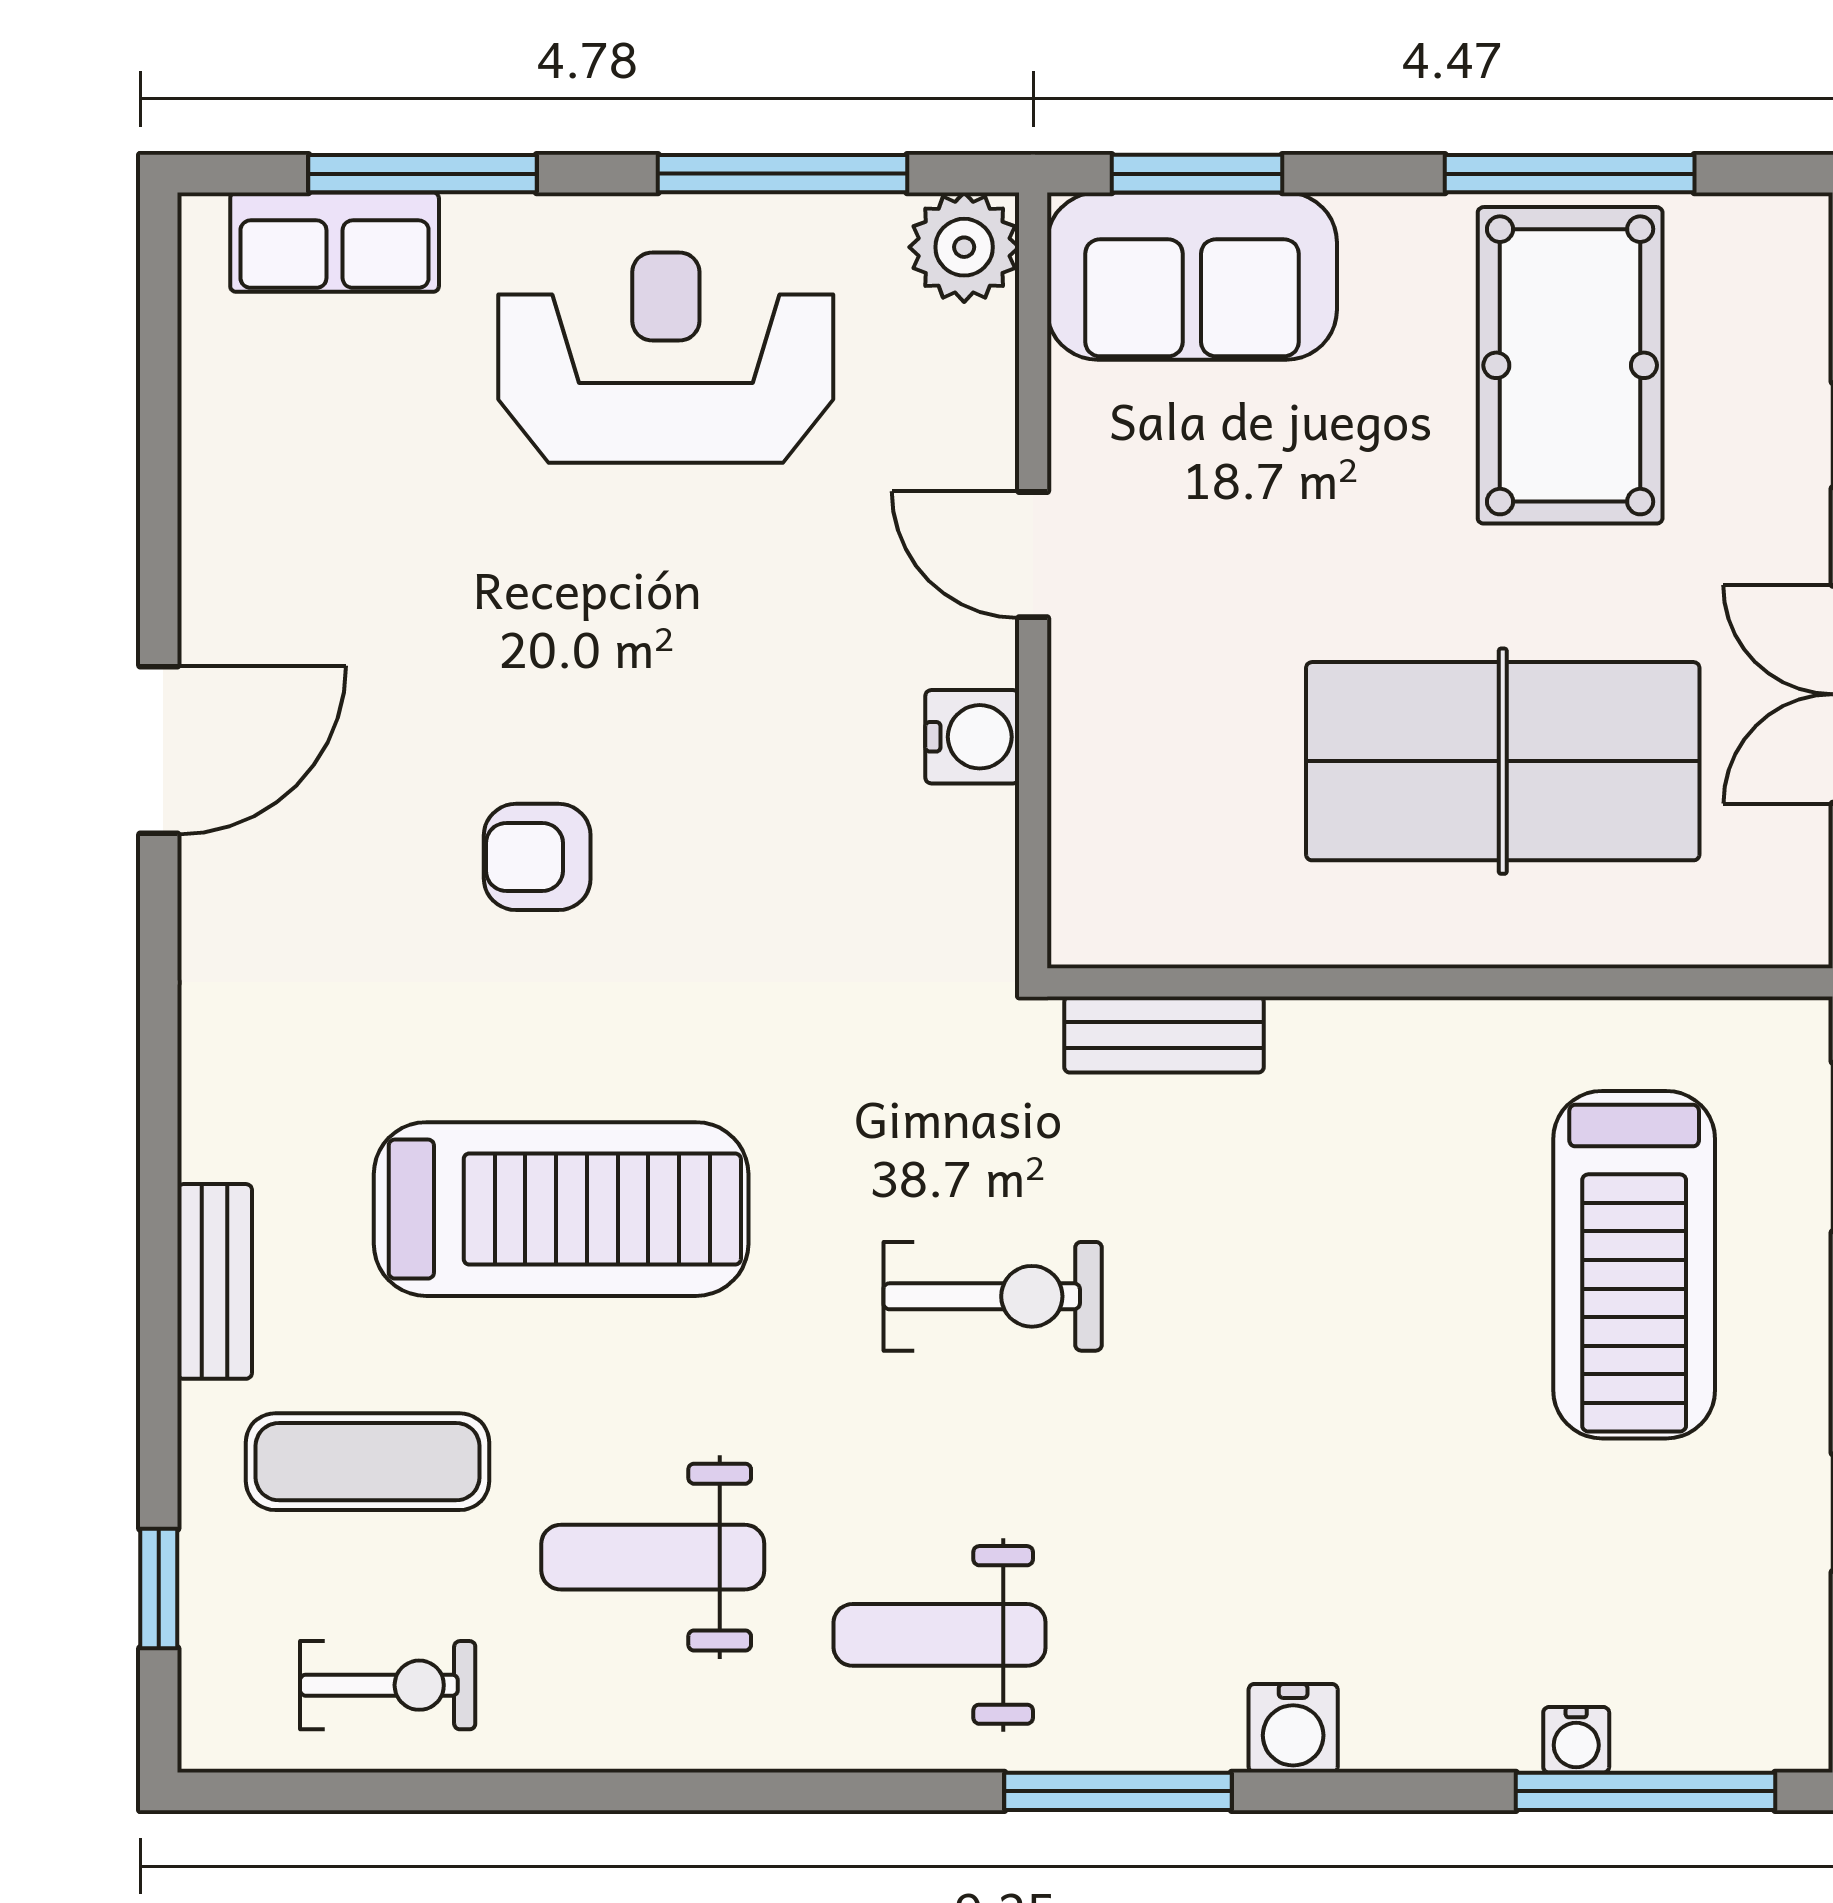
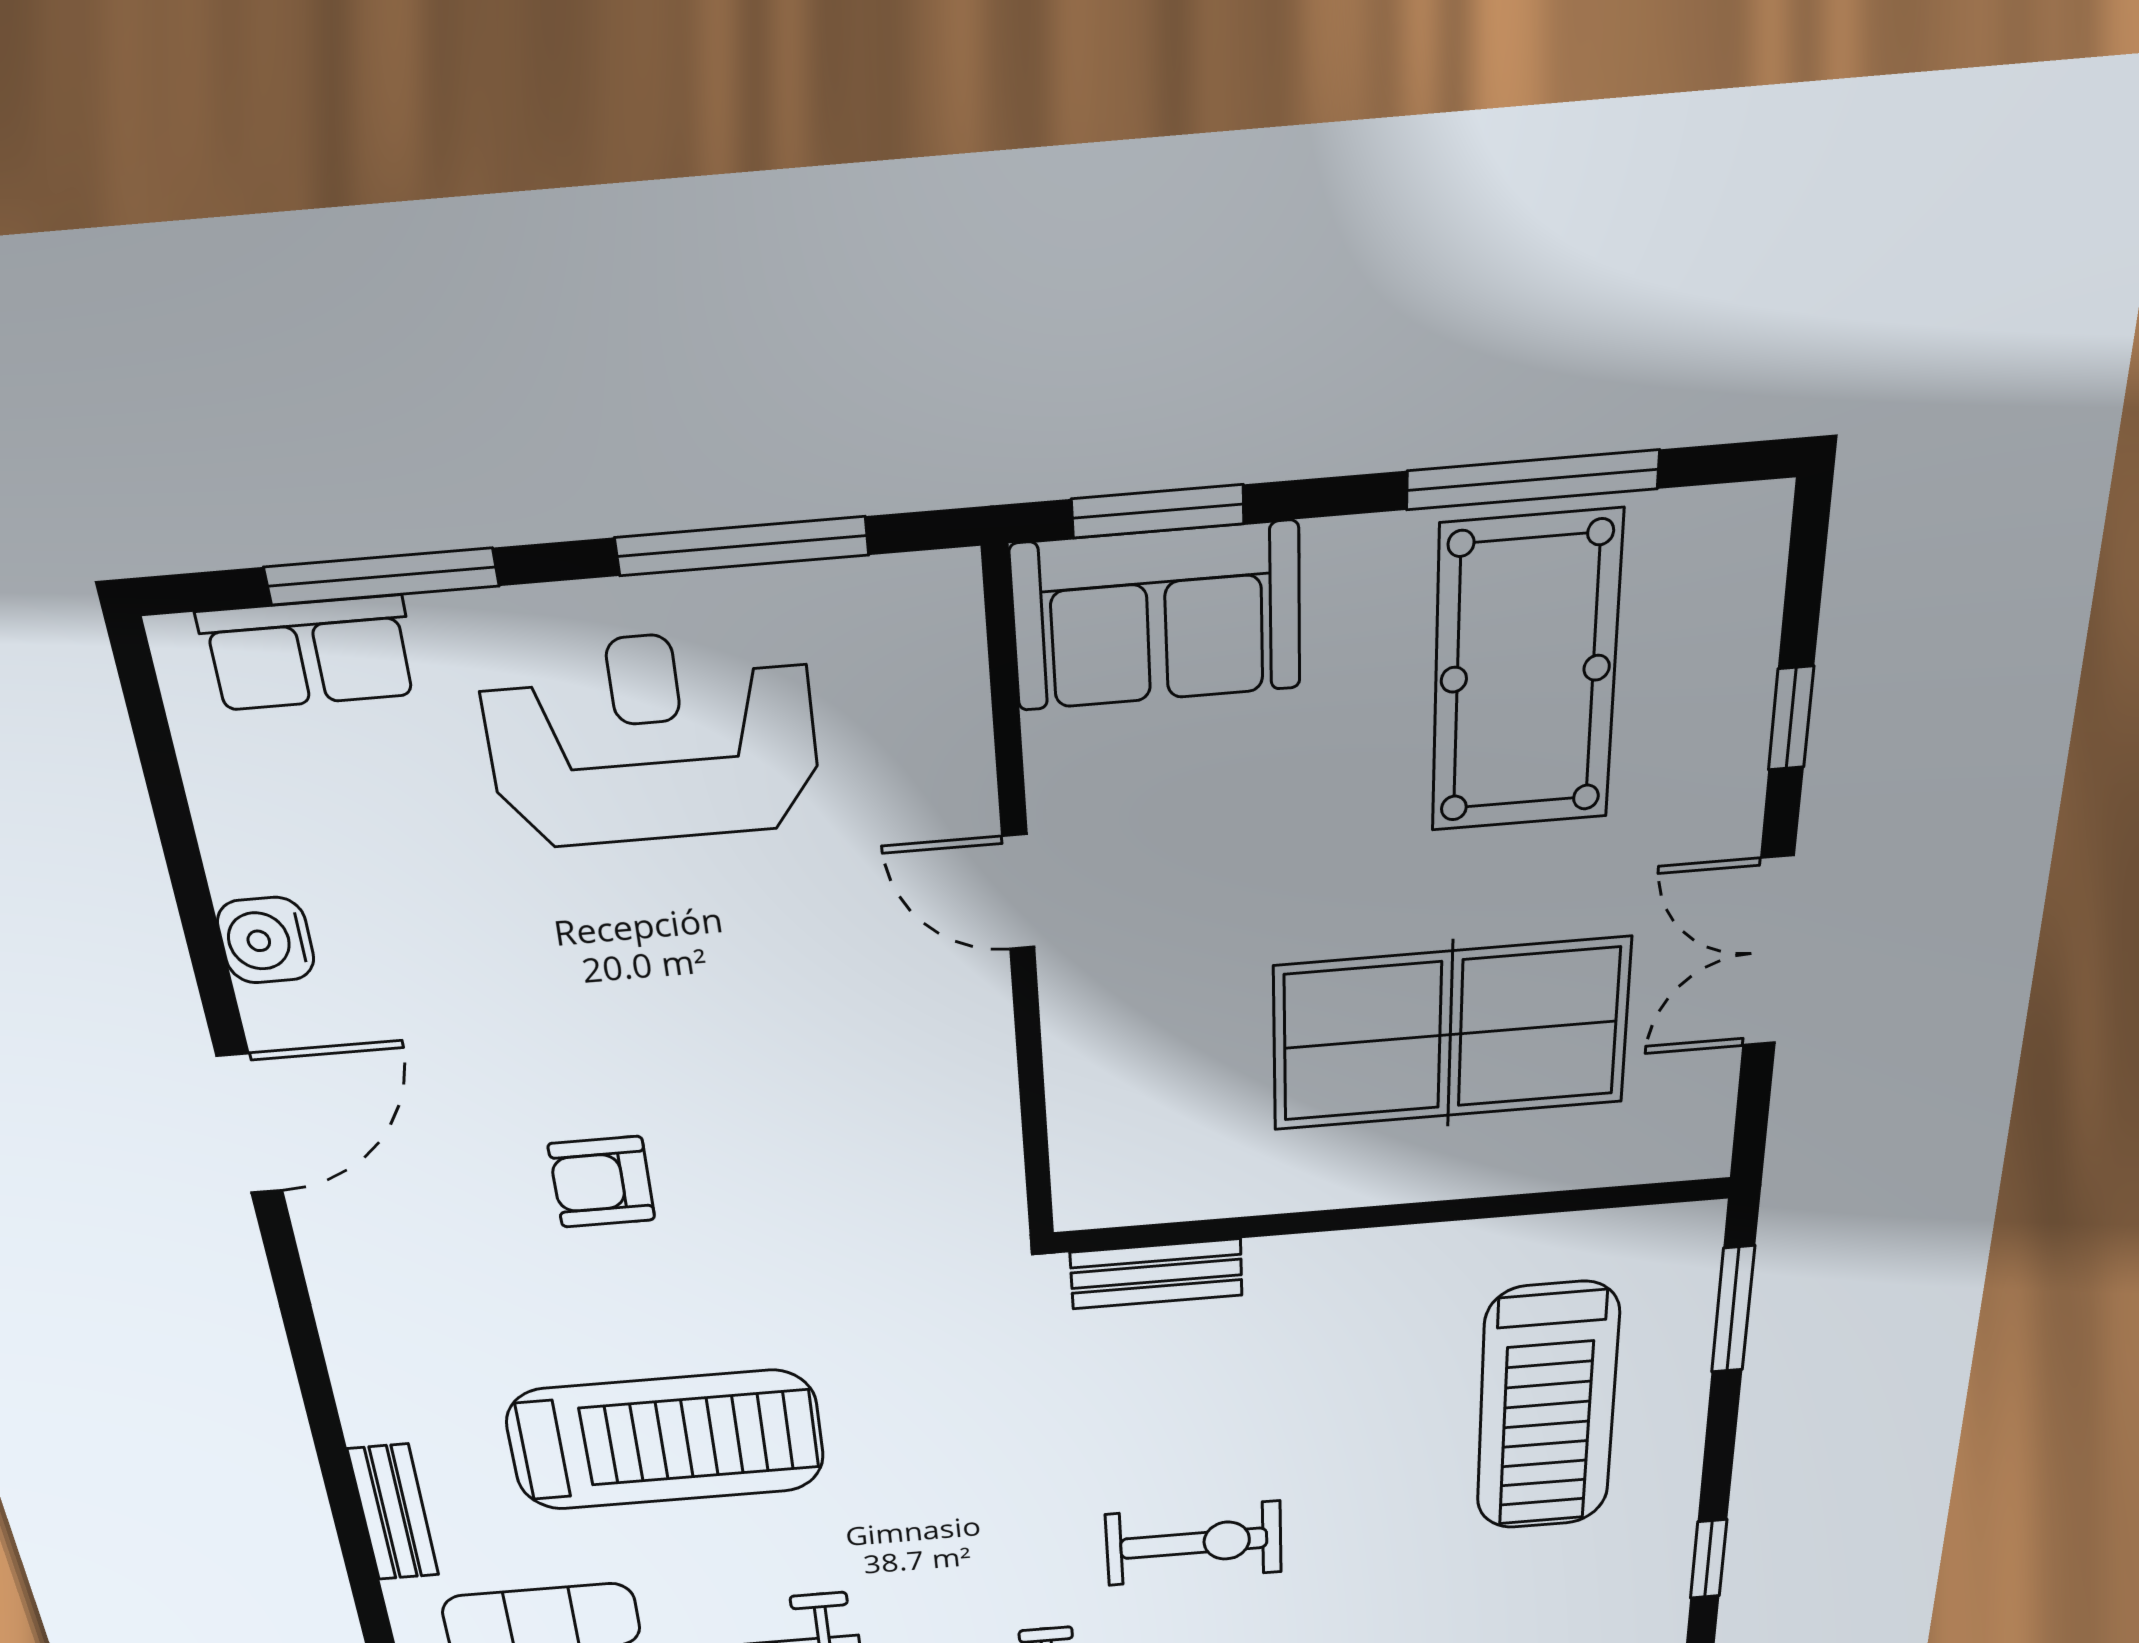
plant: (964, 247) -> (930, 606), removed
water cooler: (972, 737) -> (266, 940), moved, turned 180
exercise bike: (993, 1296) -> (1194, 1543), moved

